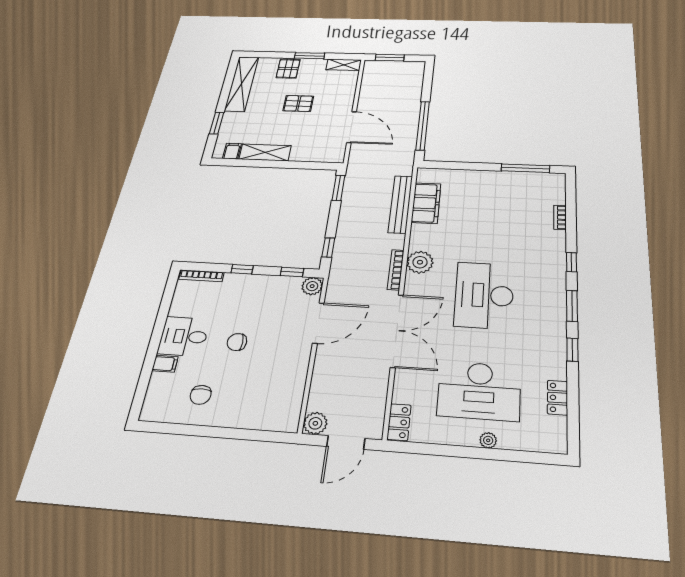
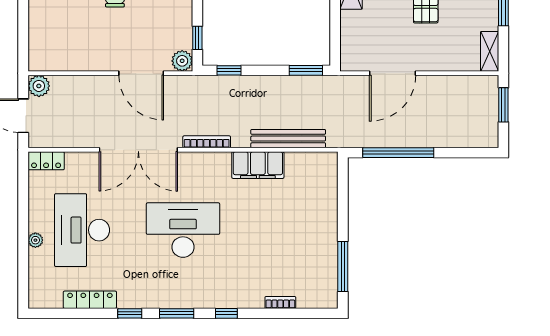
filing cabinet: (426, 203) -> (258, 165), moved
plant: (420, 262) -> (217, 165), removed
locker: (558, 398) -> (90, 300), width x1.53

